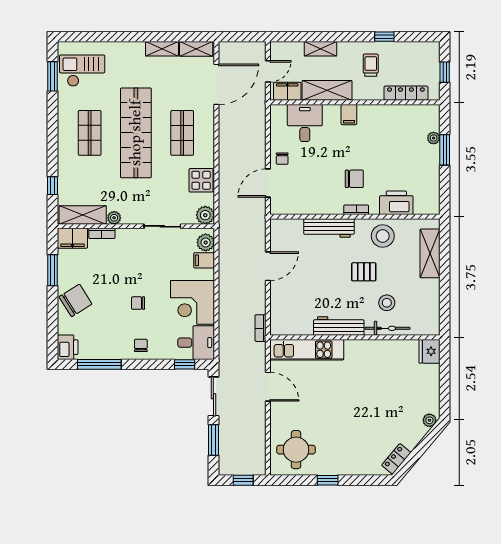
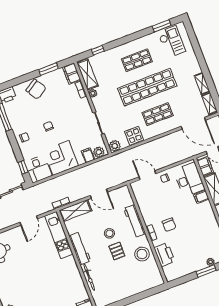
filing cabinet: (349, 115) -> (201, 197), moved
desk: (305, 123) -> (189, 180), width x1.37
shelving: (430, 253) -> (75, 211), moved
stool: (387, 303) -> (109, 233), moved

